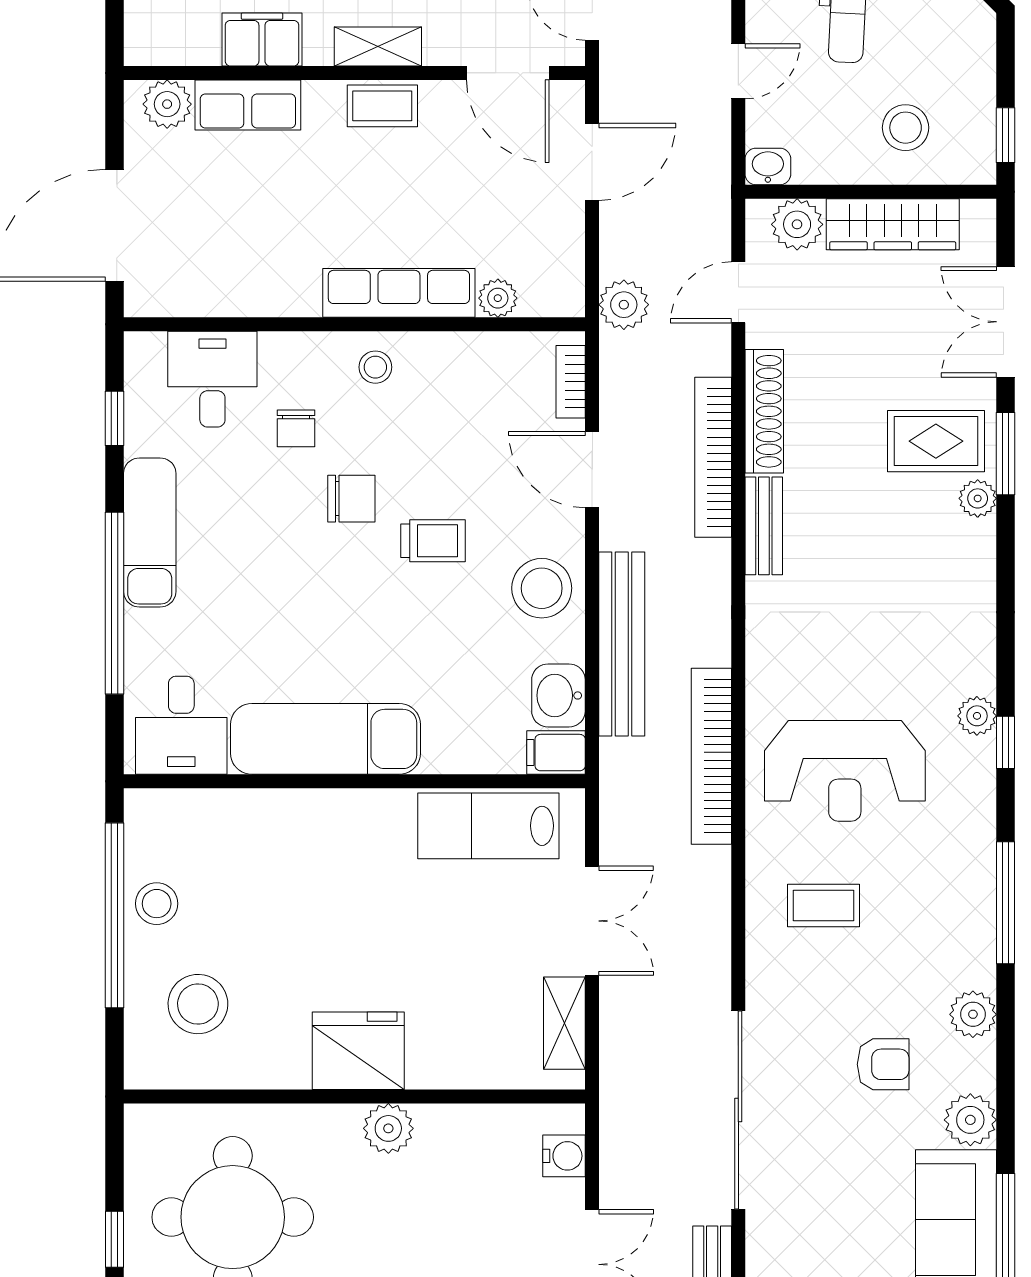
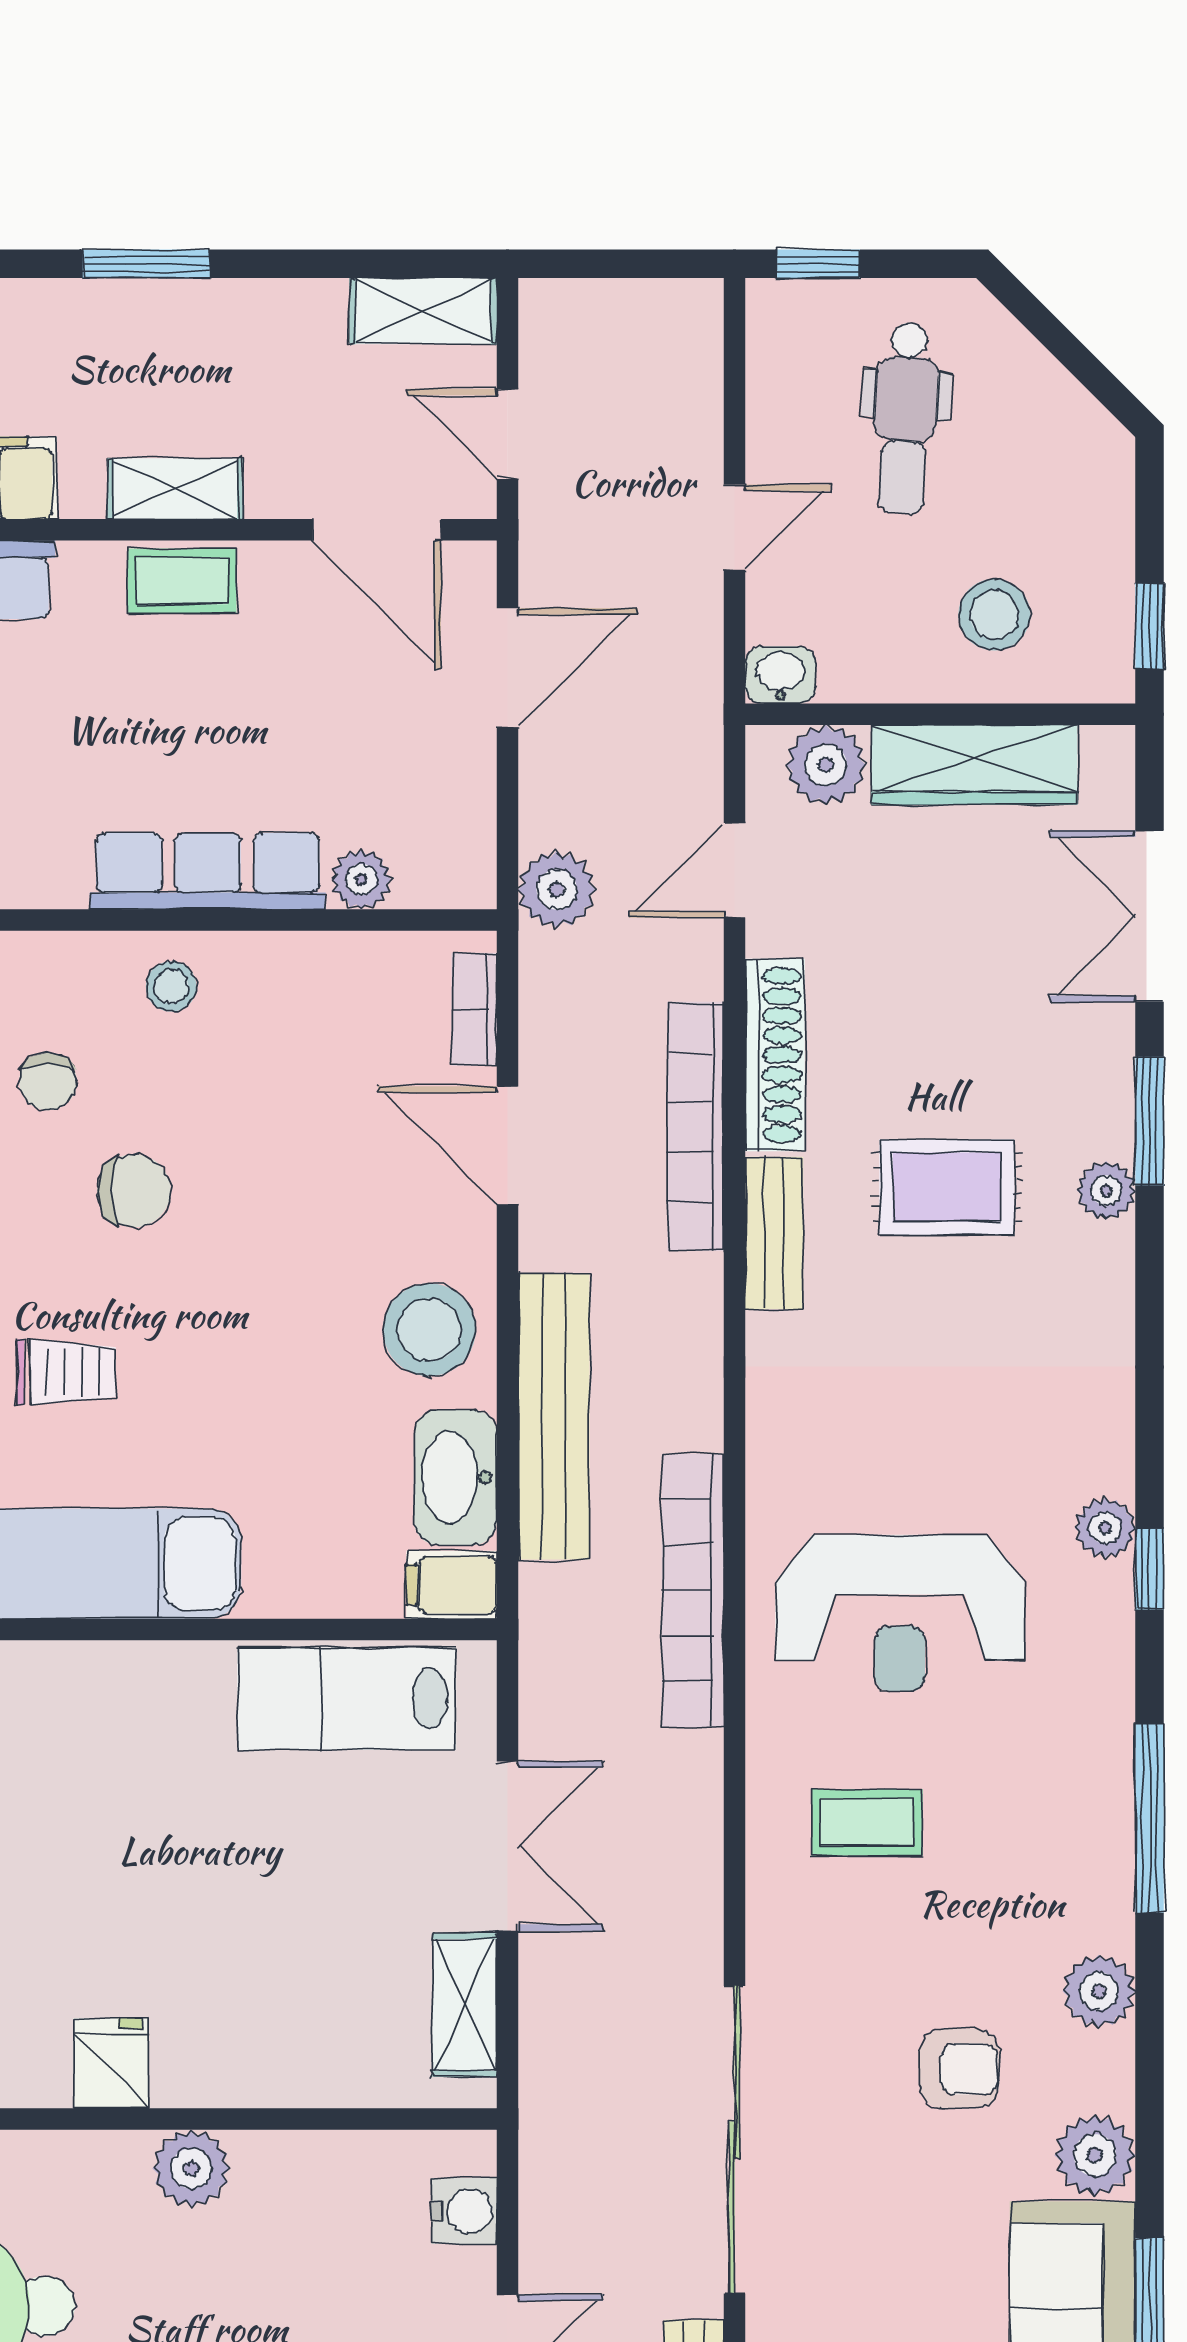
rug: (936, 441) -> (947, 1187), moved
trolley: (433, 541) -> (66, 1372), moved
washbasin: (558, 695) -> (455, 1477), width x1.38
fridge: (358, 1051) -> (111, 2063), width x0.53, depth x0.75

